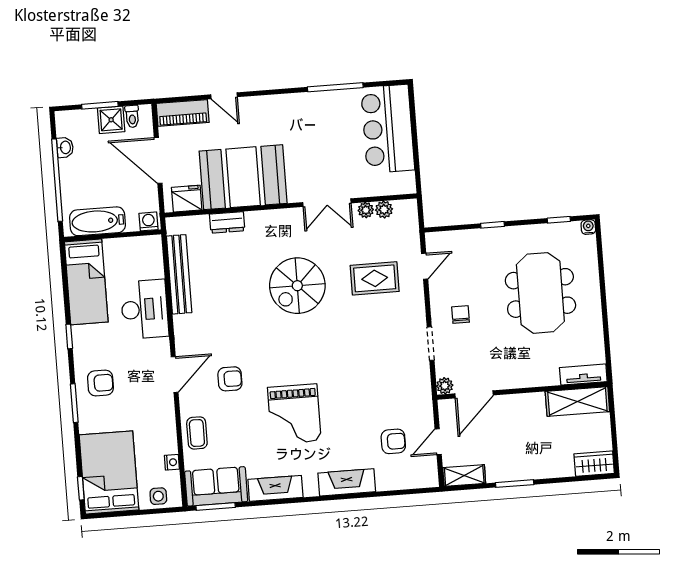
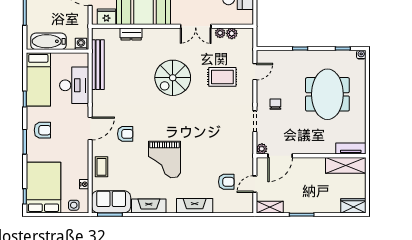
bathtub: (97, 221) -> (48, 41), moved
washing machine: (148, 221) -> (81, 44), moved
wall: (113, 236) -> (57, 51), moved
bed: (86, 282) -> (38, 79), moved

